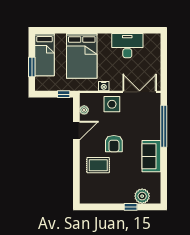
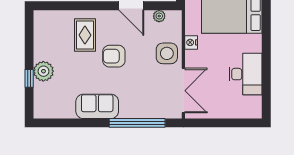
plant: (142, 196) -> (43, 71), moved

